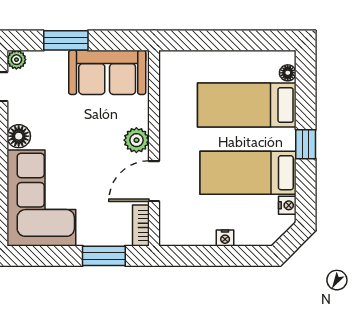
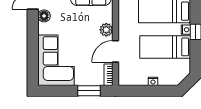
floor lamp: (19, 136) -> (44, 16), moved
nightstand: (287, 205) -> (186, 30), moved

